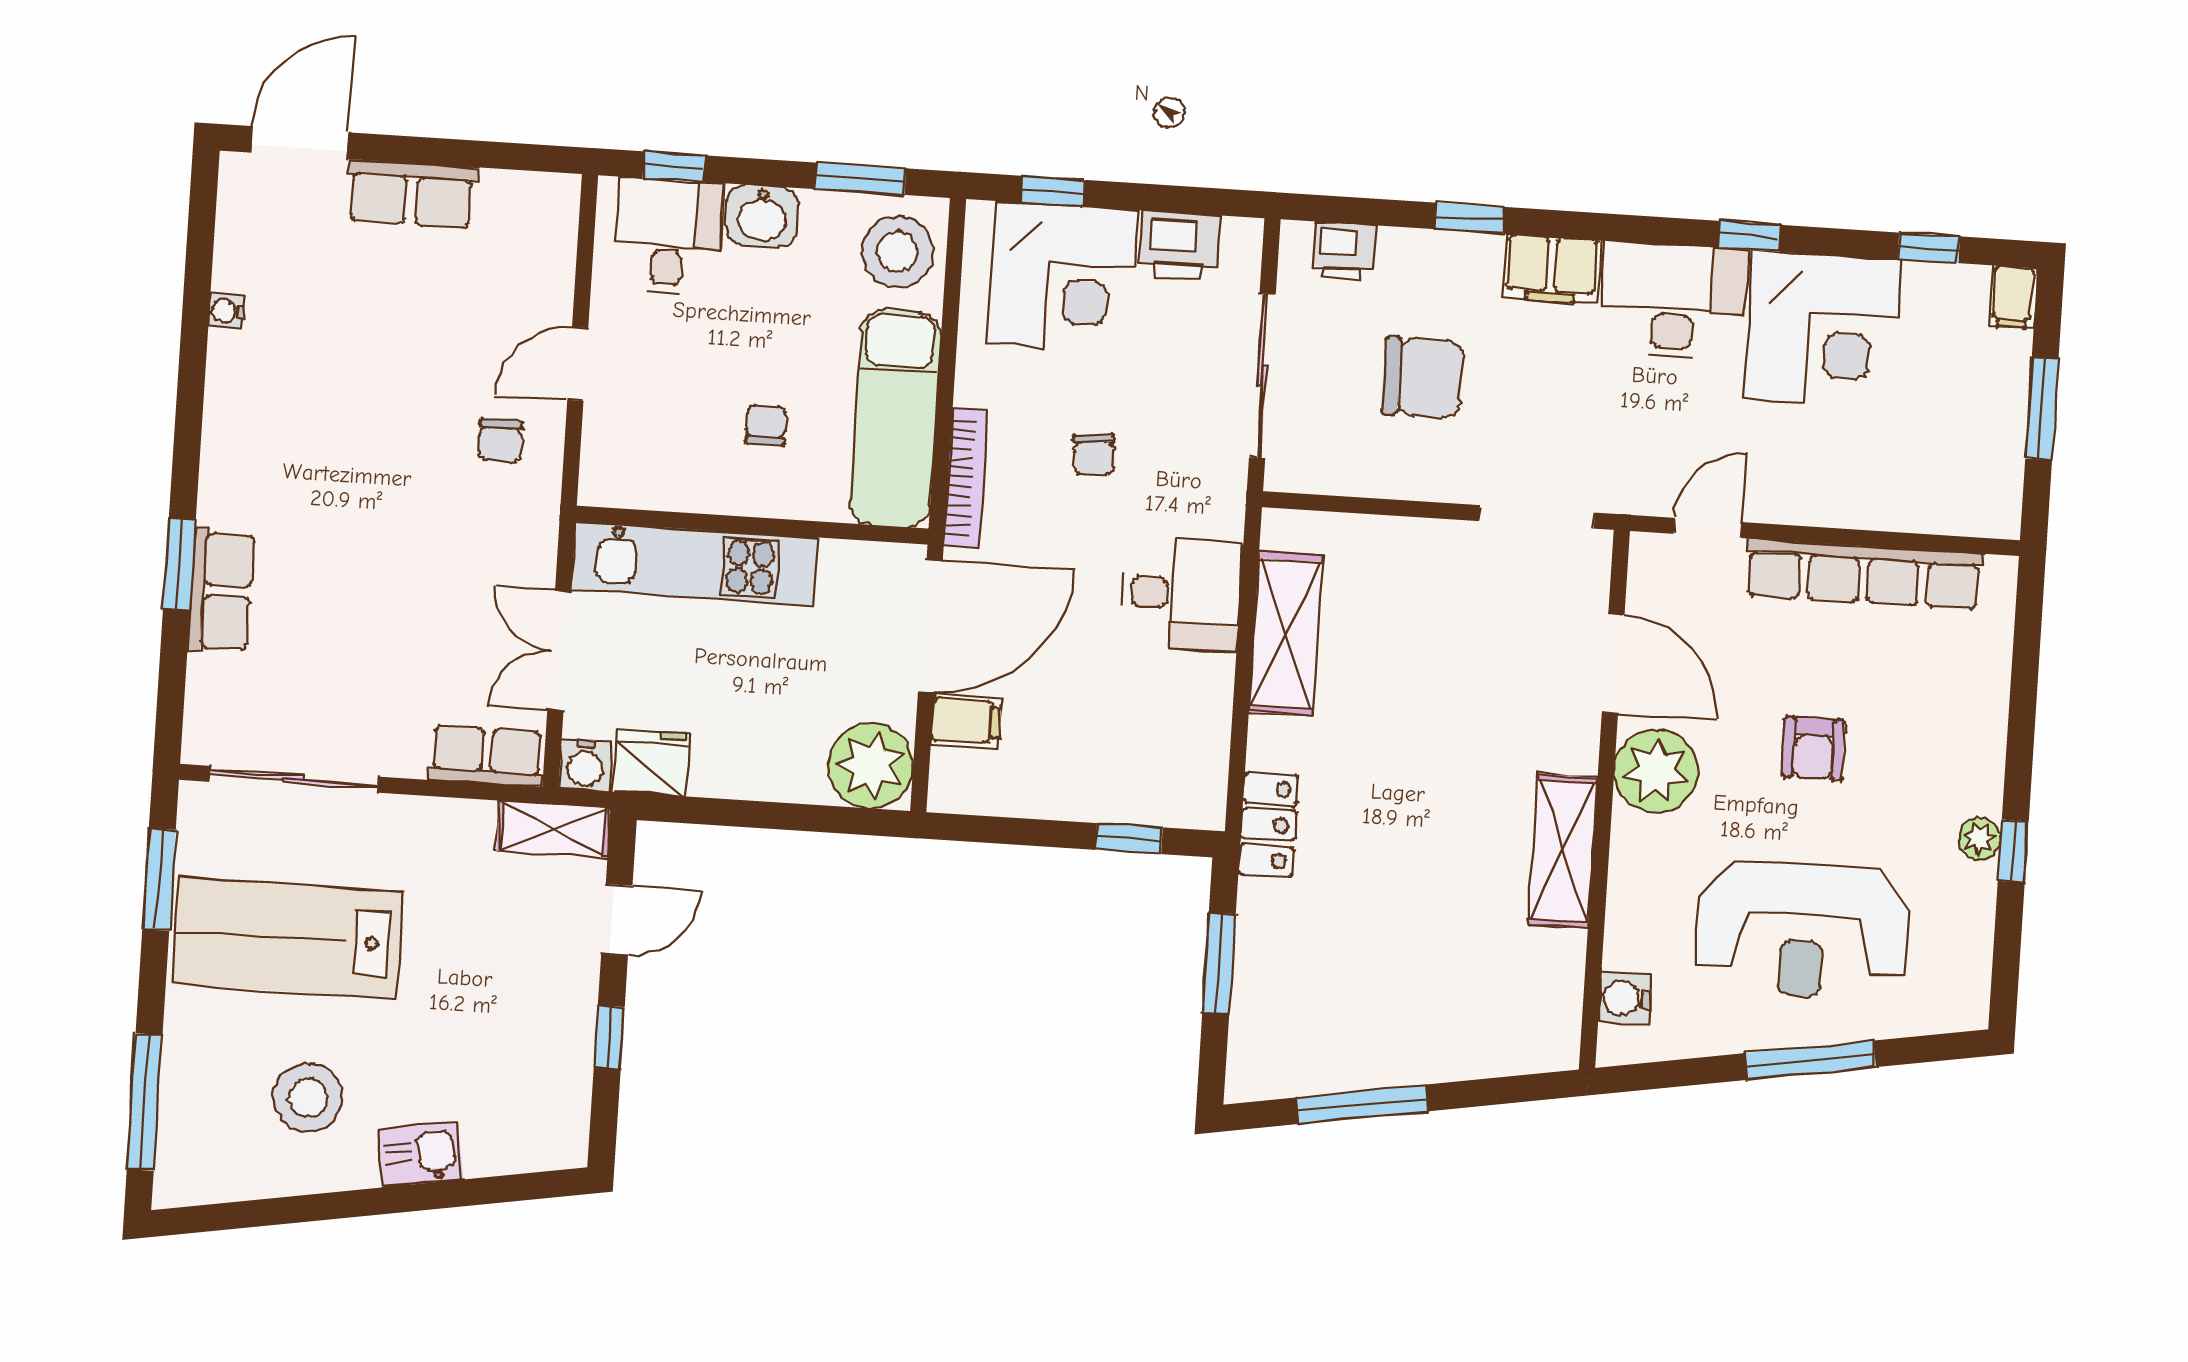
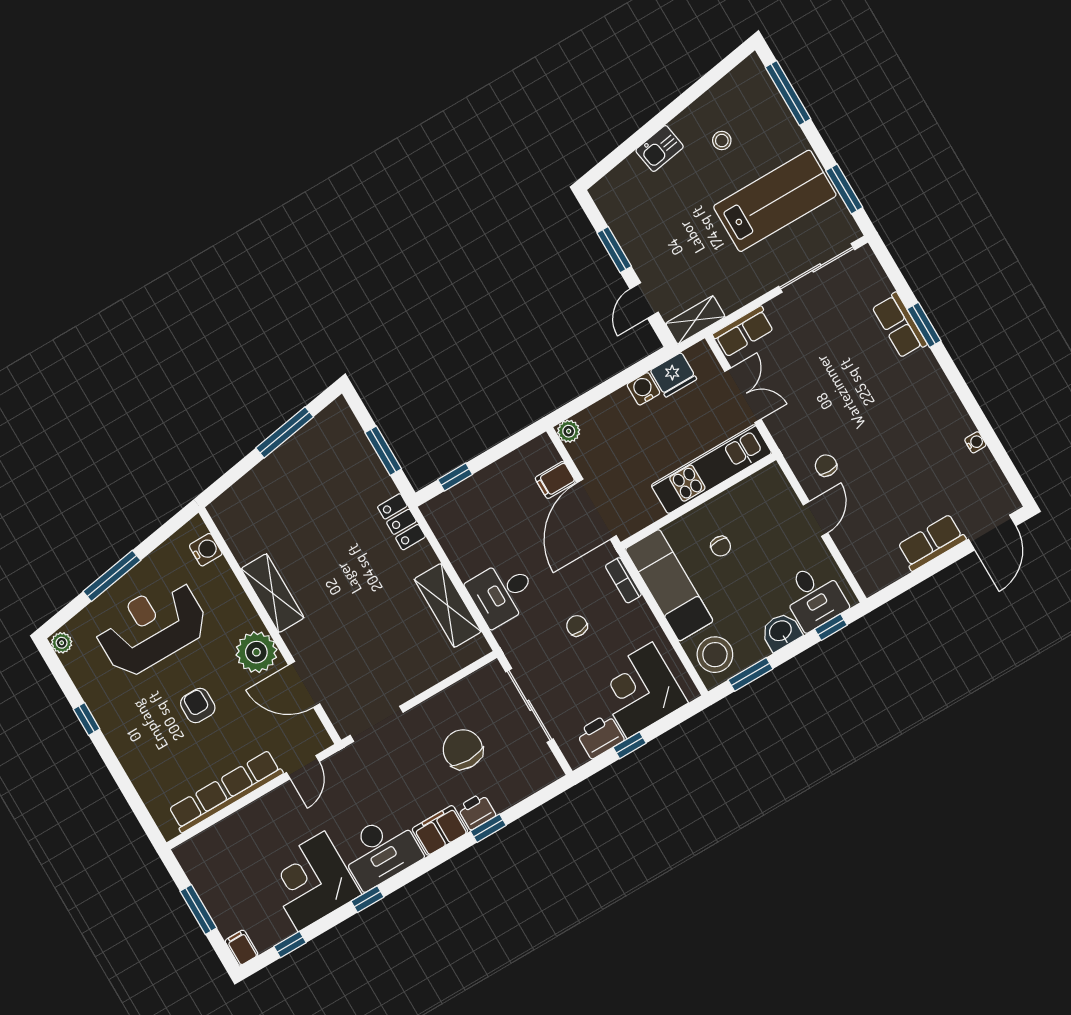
window: (1053, 191) -> (630, 745), moved
printer: (1344, 251) -> (477, 811), moved
chair: (1423, 378) -> (463, 749), turned 90
bookcase: (966, 478) -> (623, 580), width x0.64
water cooler: (585, 765) -> (643, 389), moved
plant: (871, 766) -> (569, 431), width x0.53, depth x0.53
plant: (1980, 839) -> (62, 643), moved
window: (609, 1037) -> (614, 250), width x1.50
stool: (308, 1098) -> (722, 141), width x0.53, depth x0.53

